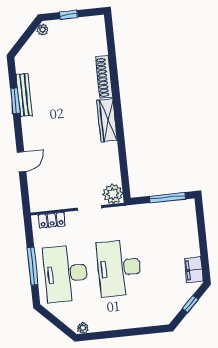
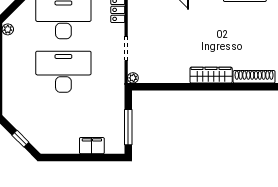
plant: (113, 194) -> (133, 78), width x0.53, depth x0.53
filing cabinet: (194, 270) -> (92, 146), moved

